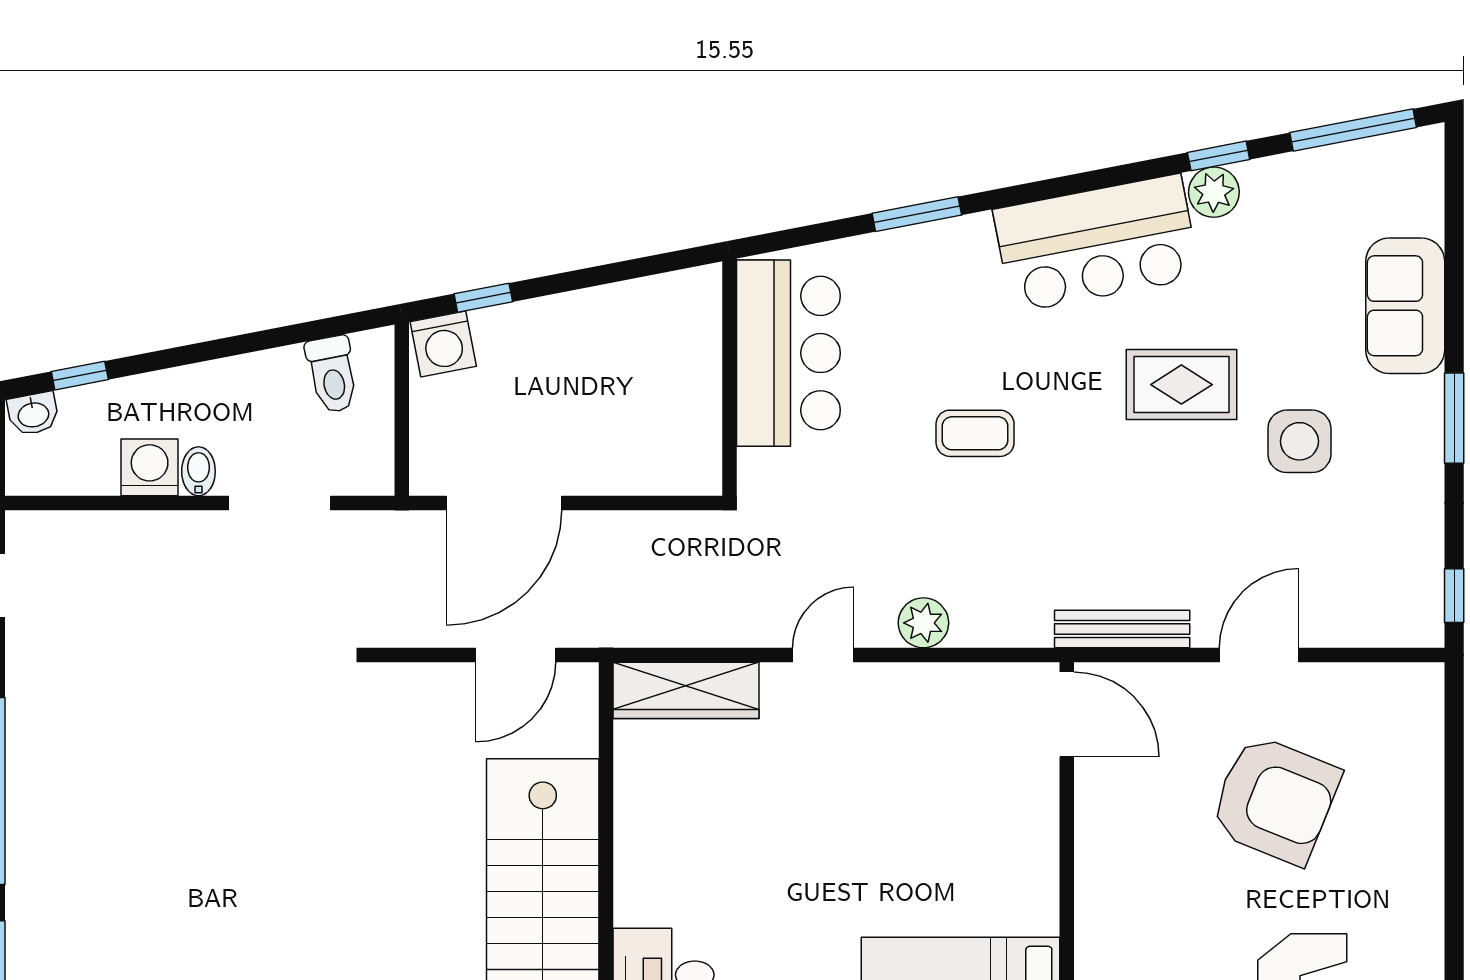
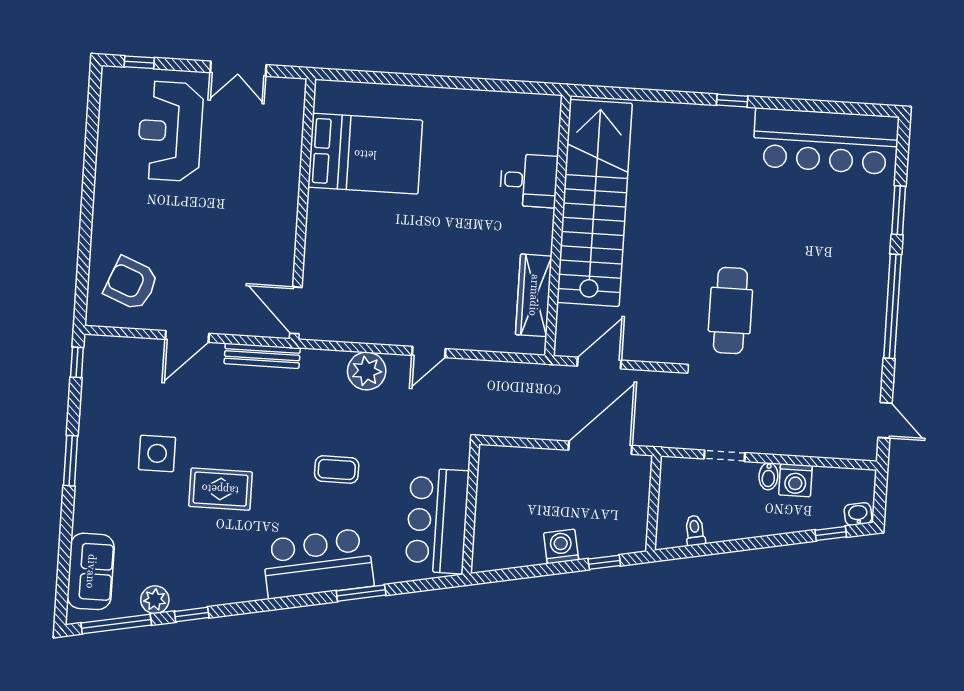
plant: (1214, 192) -> (155, 600), moved
bar counter: (1097, 243) -> (318, 563), moved
sofa: (1405, 306) -> (91, 571), moved
washing machine: (443, 344) -> (561, 547), moved
toilet: (332, 374) -> (695, 530), width x0.73, depth x0.72
doorway: (280, 503) -> (725, 456), width x0.73
plant: (923, 623) -> (367, 371), width x1.36, depth x1.36
wardrobe: (686, 690) -> (534, 295), moved, turned -90
cafe table: (286, 765) -> (730, 311), added
armchair: (1275, 800) -> (131, 283), moved, width x0.73, depth x0.73

